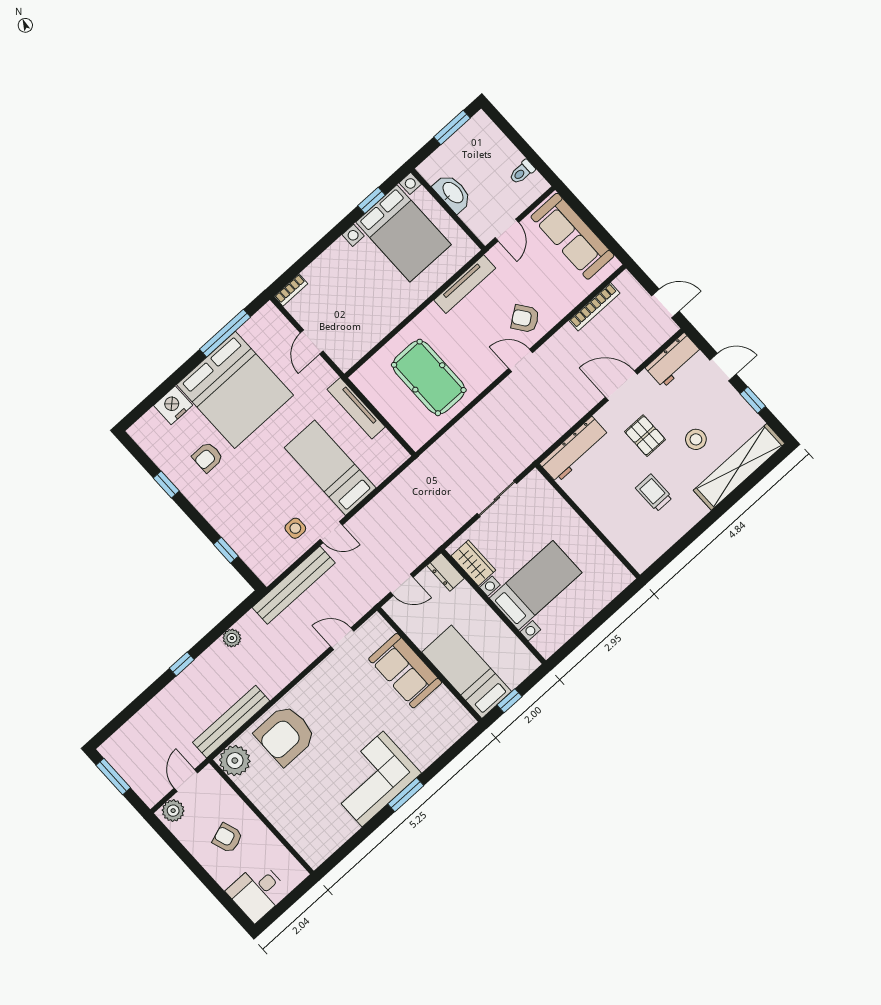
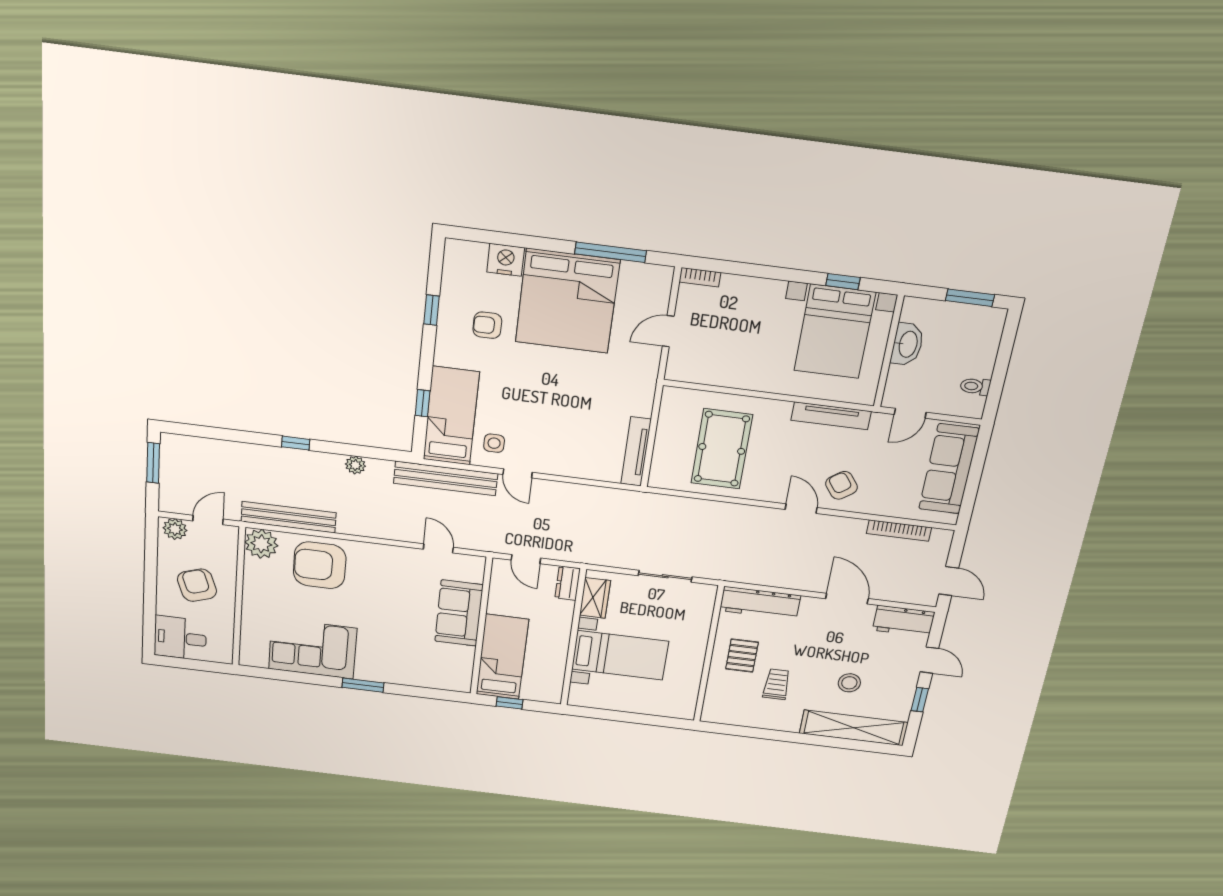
tv unit: (356, 408) -> (636, 452), moved
pallet: (645, 436) -> (742, 656), moved
bed: (330, 468) -> (451, 416), moved
corner sofa: (373, 779) -> (313, 649), moved
armchair: (228, 838) -> (197, 585), width x1.38, depth x1.38

